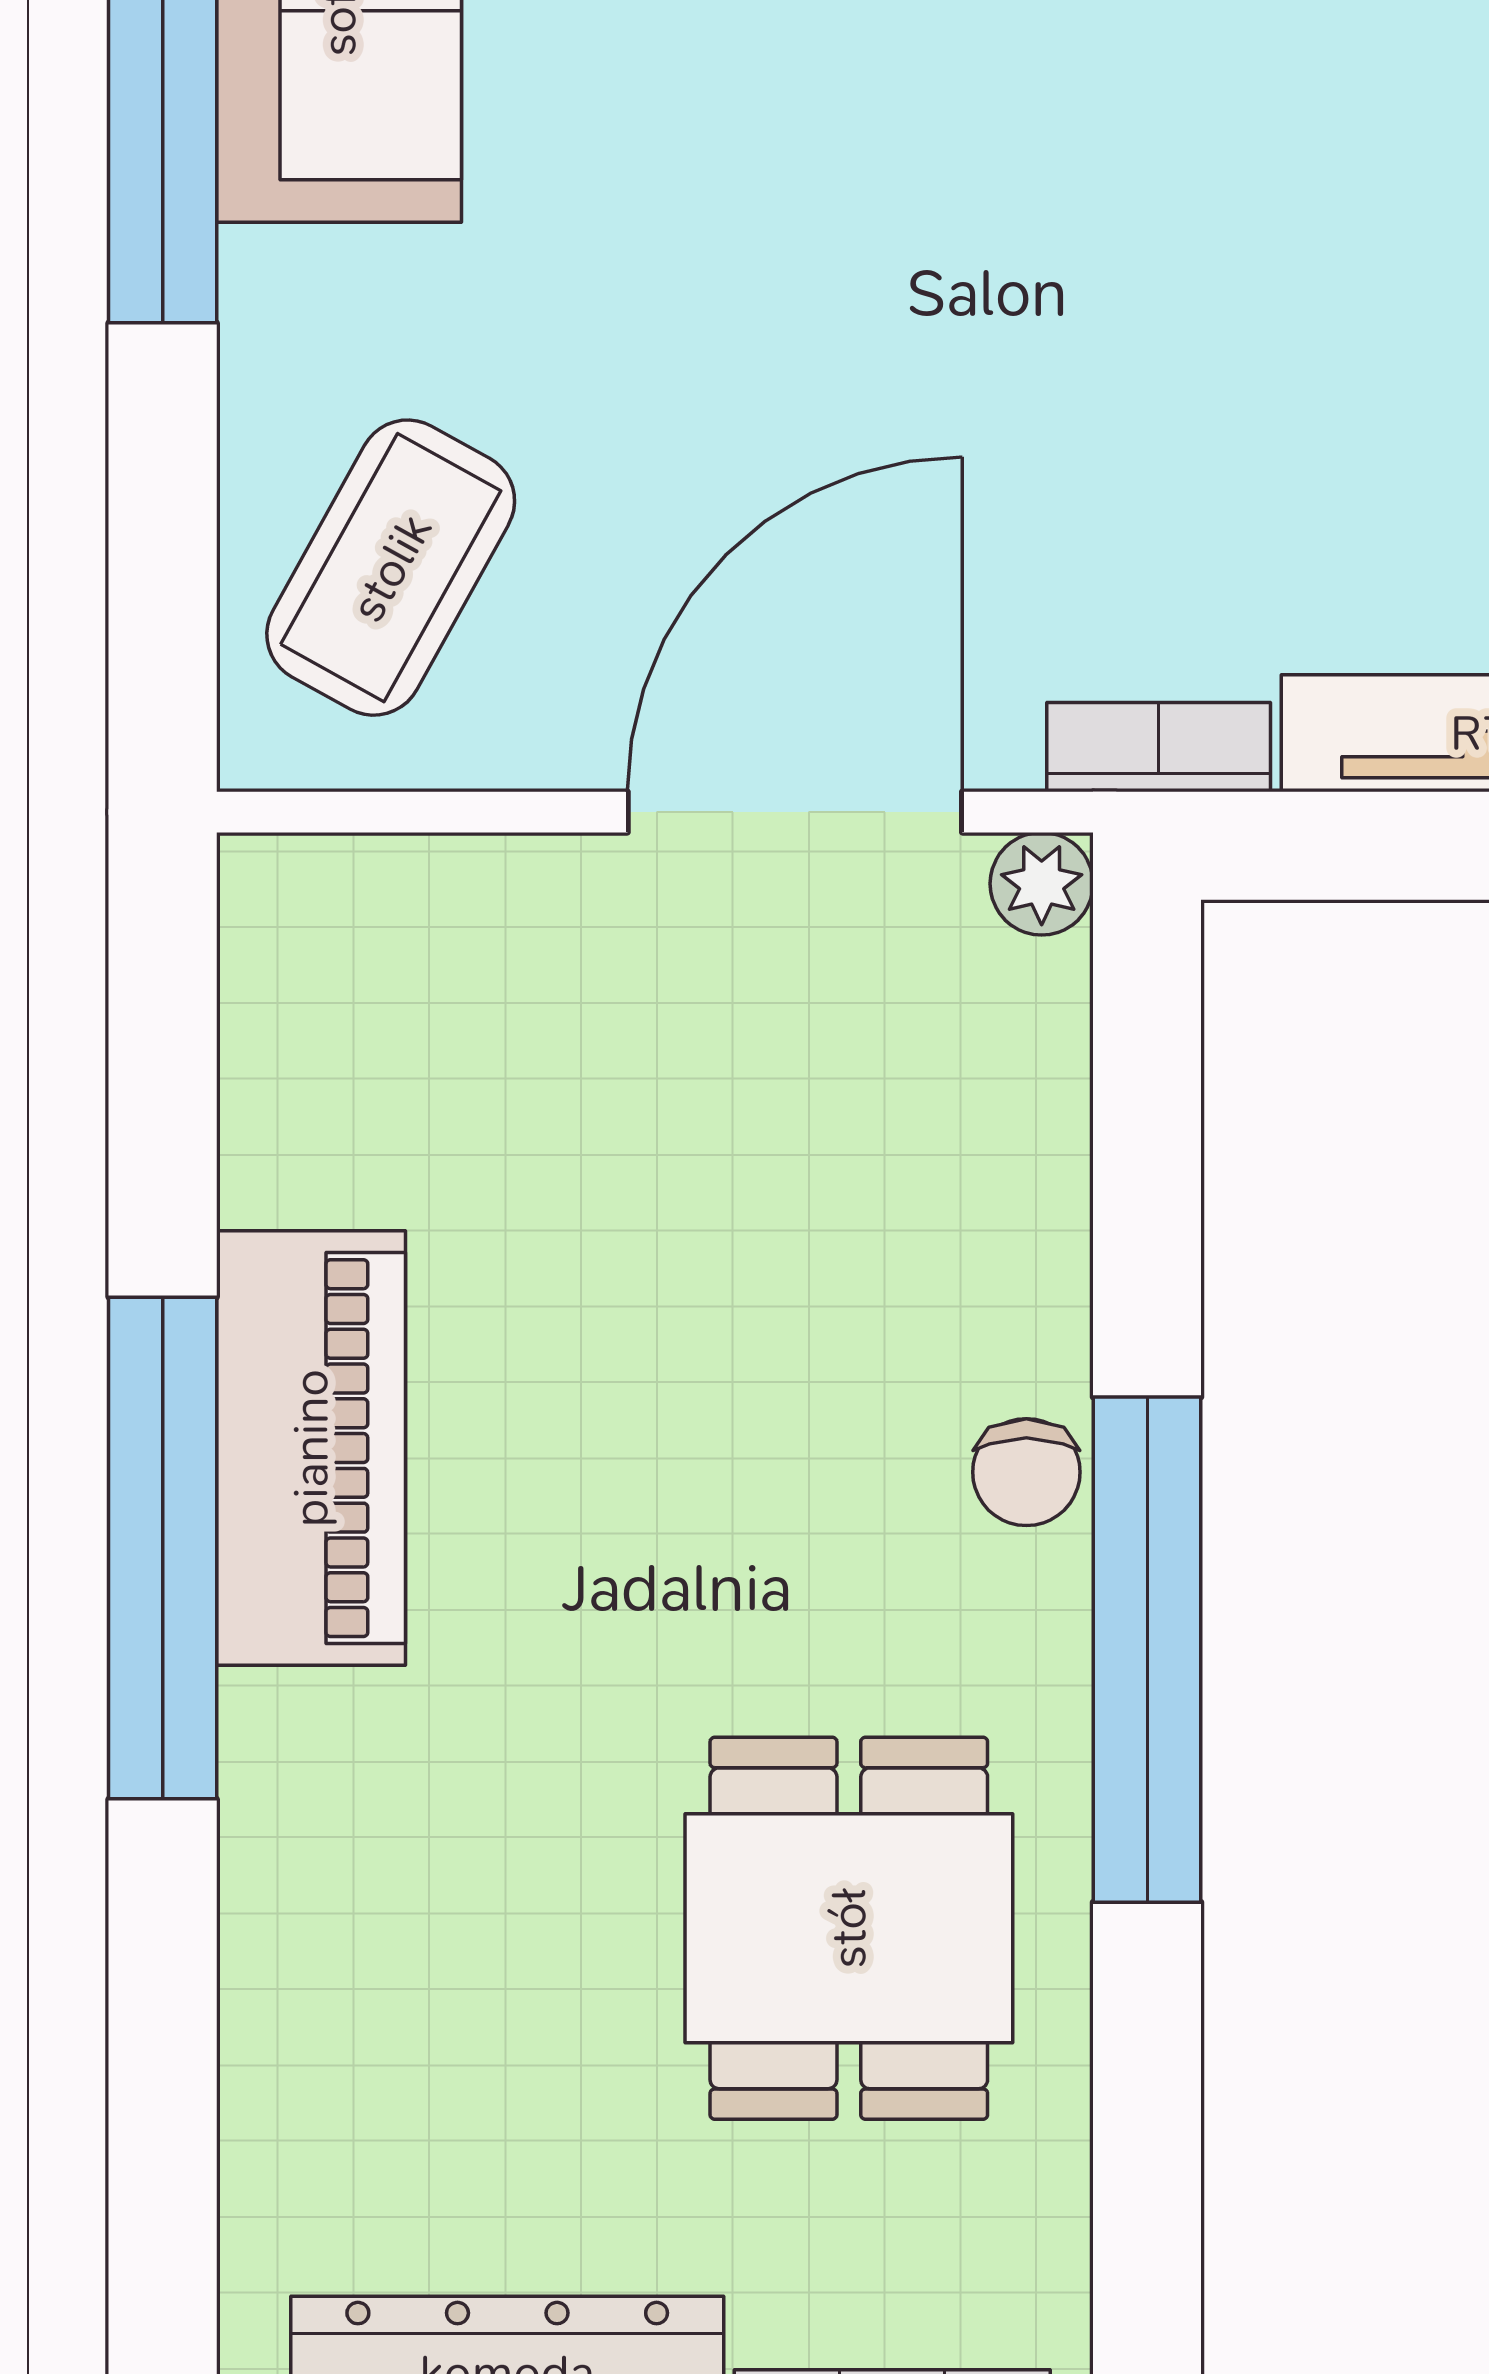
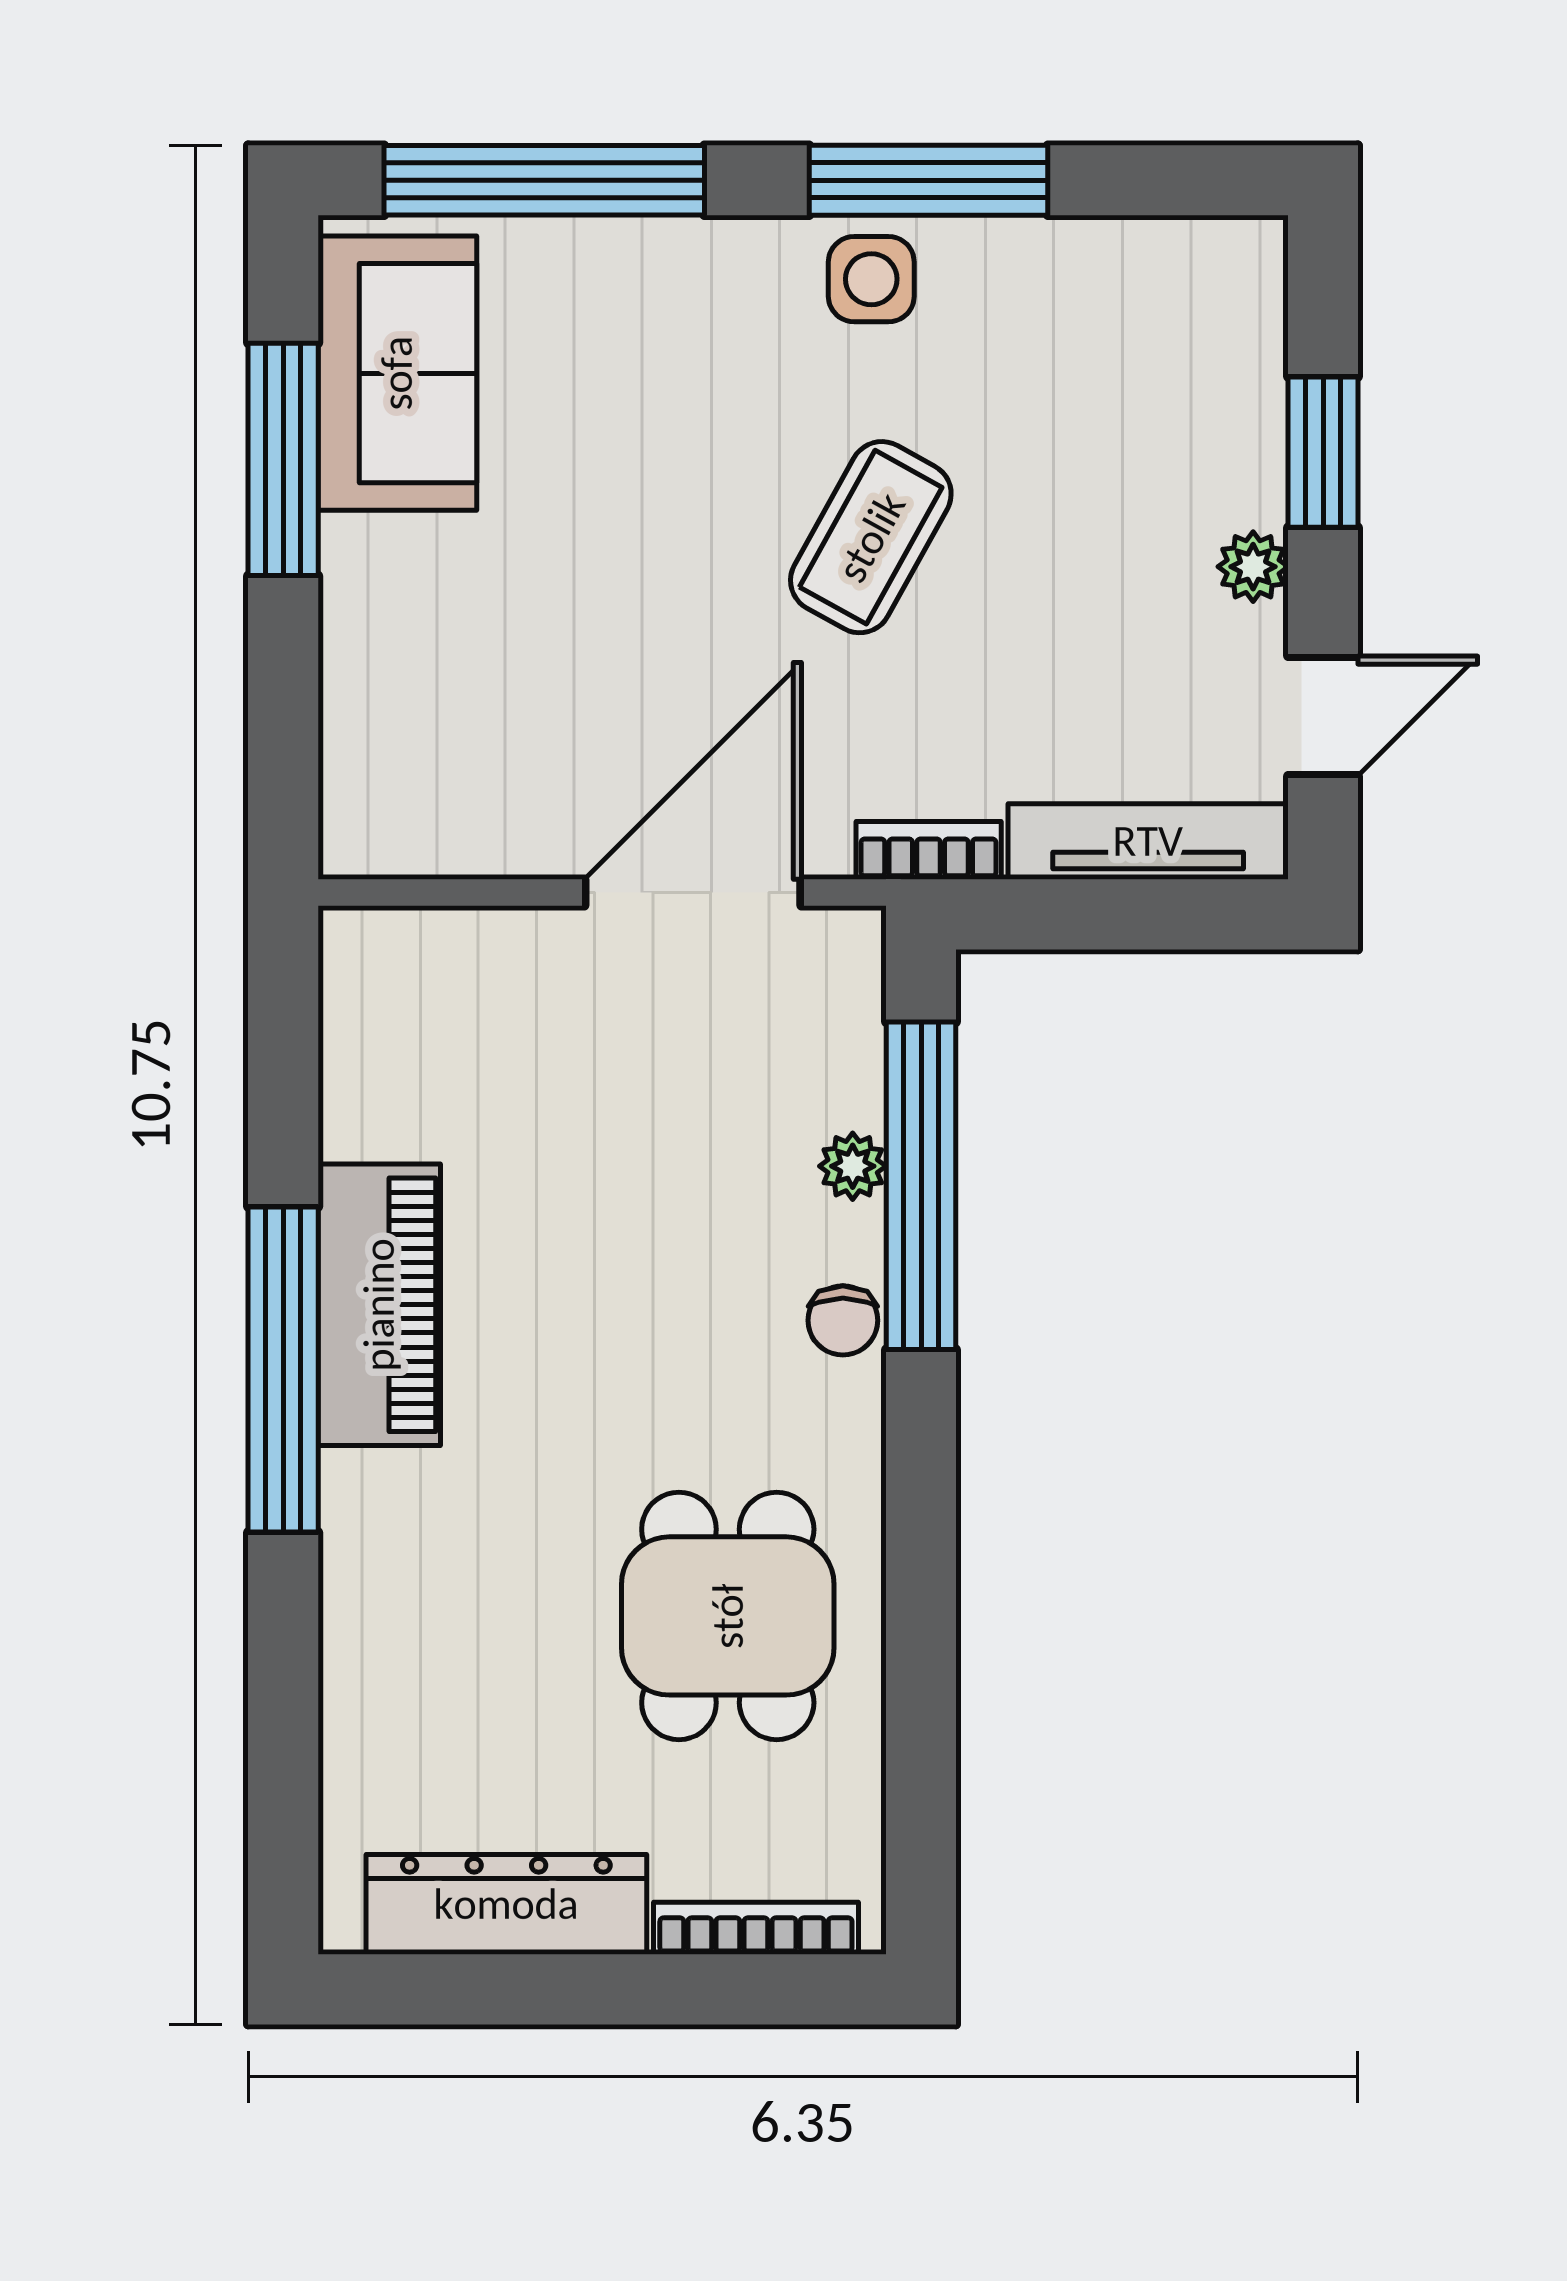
coffee table: (391, 568) -> (871, 537), moved
plant: (1042, 884) -> (853, 1166), moved
window: (1147, 1650) -> (921, 1186), moved

